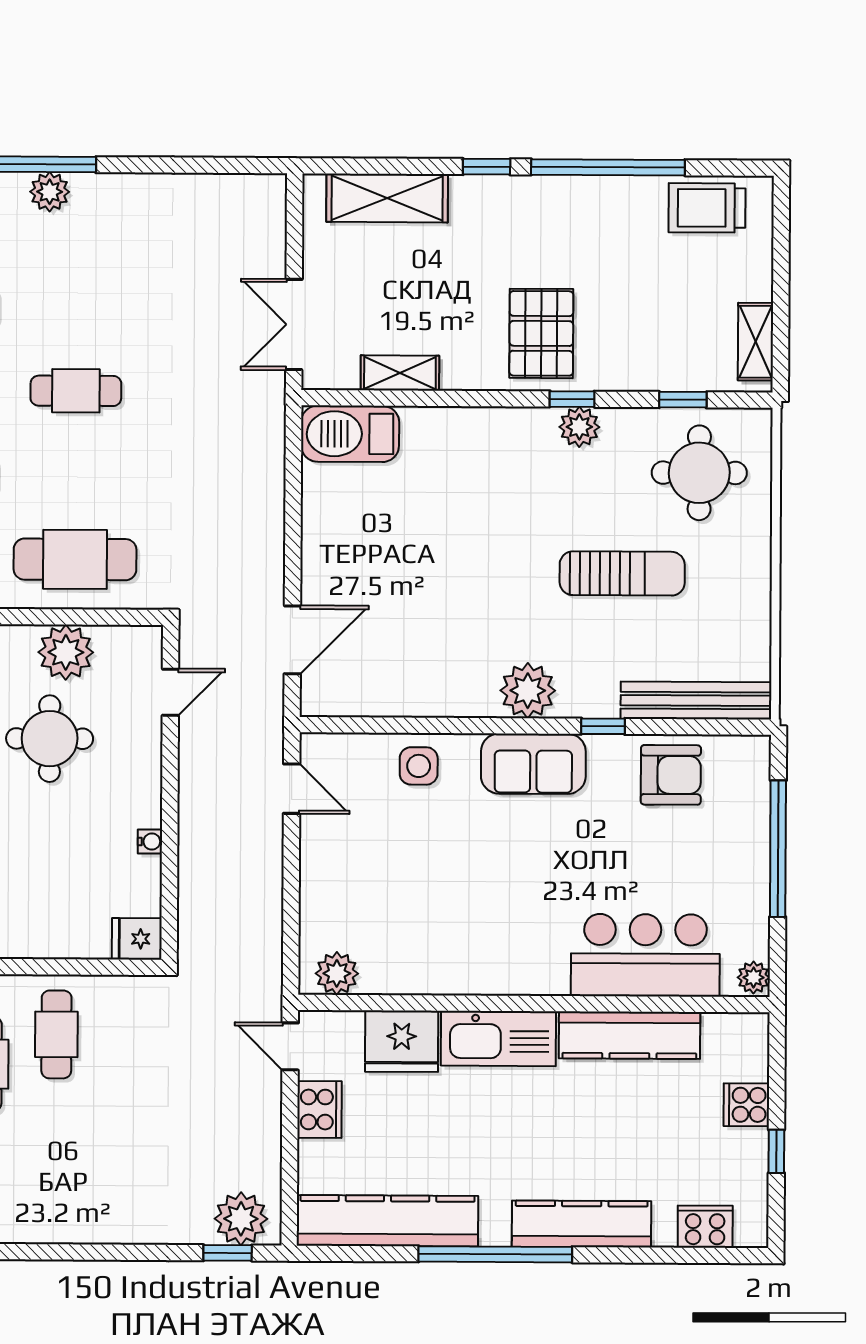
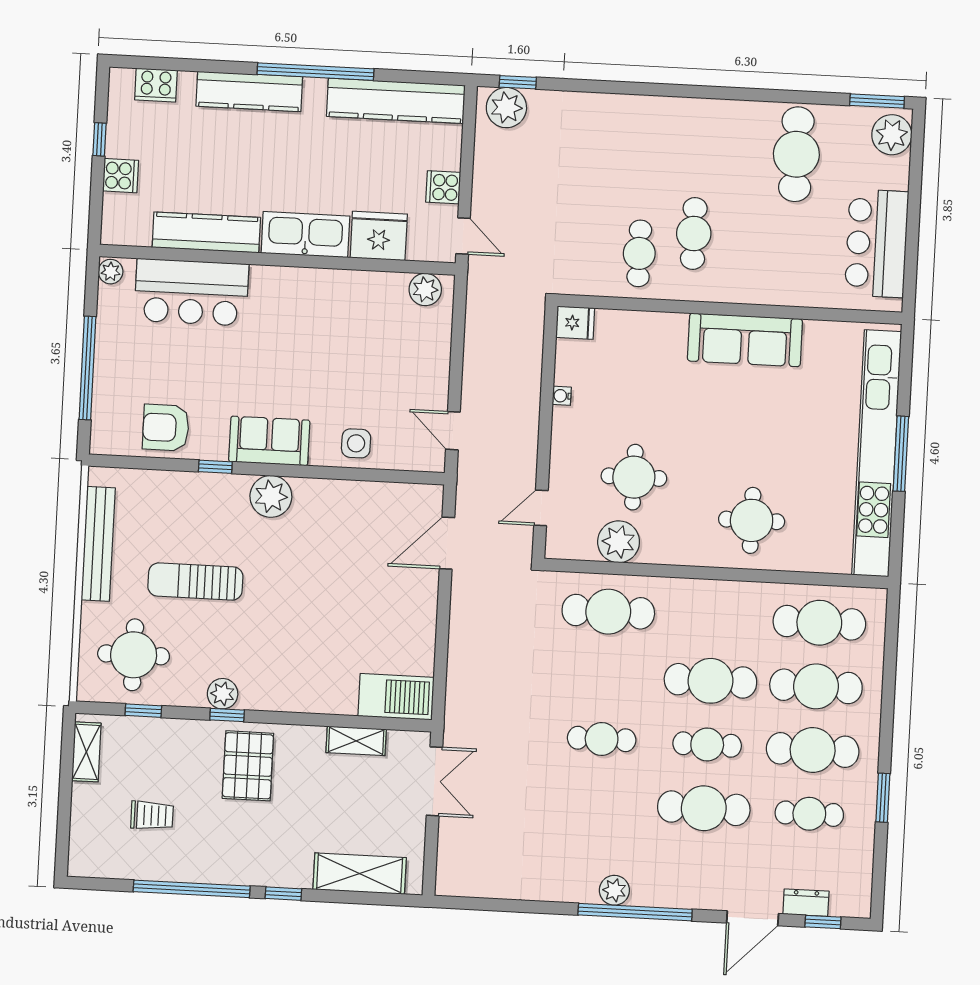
trolley: (707, 208) -> (152, 815), moved, width x0.73, depth x0.72
bench: (696, 700) -> (98, 544), moved, turned 90
cooker: (319, 1109) -> (443, 187), width x0.73

